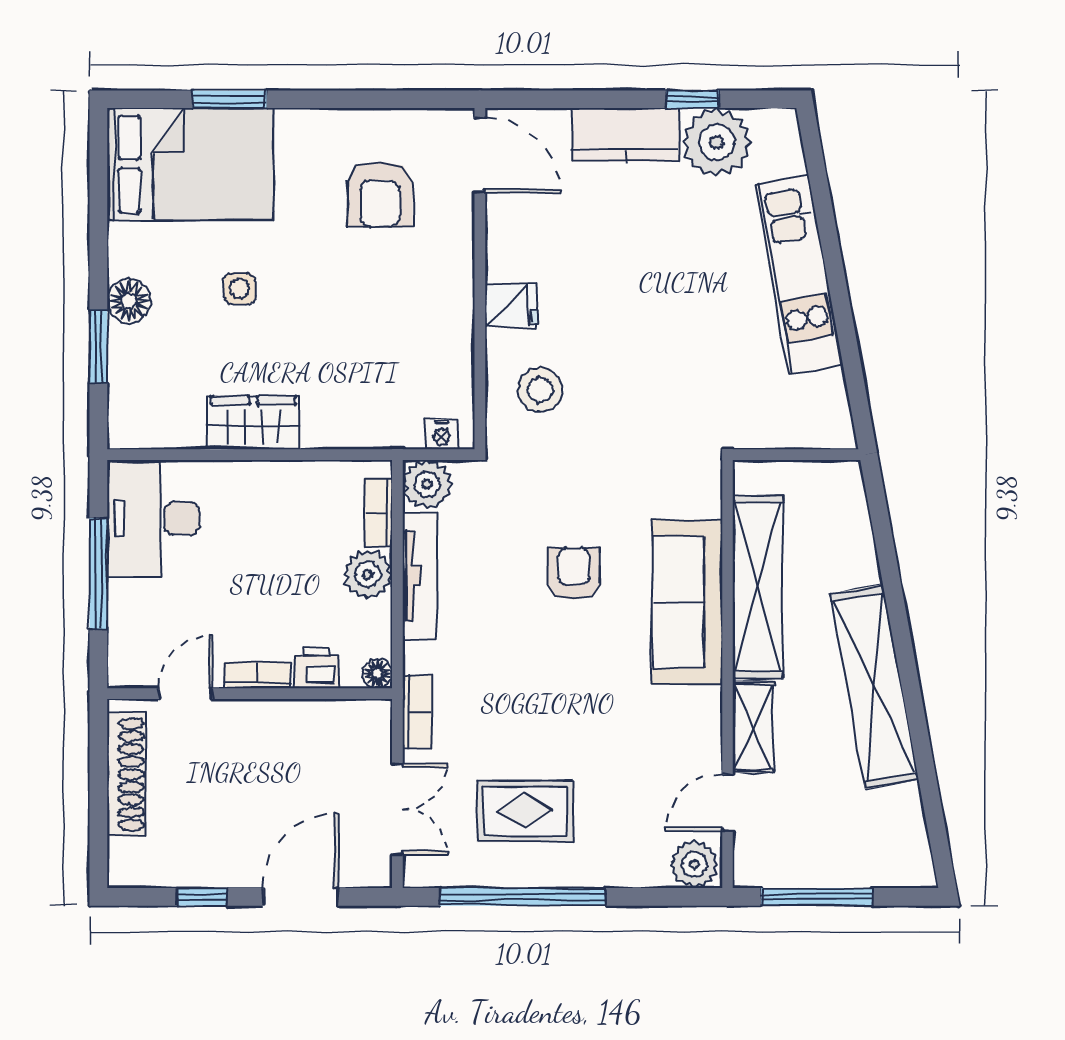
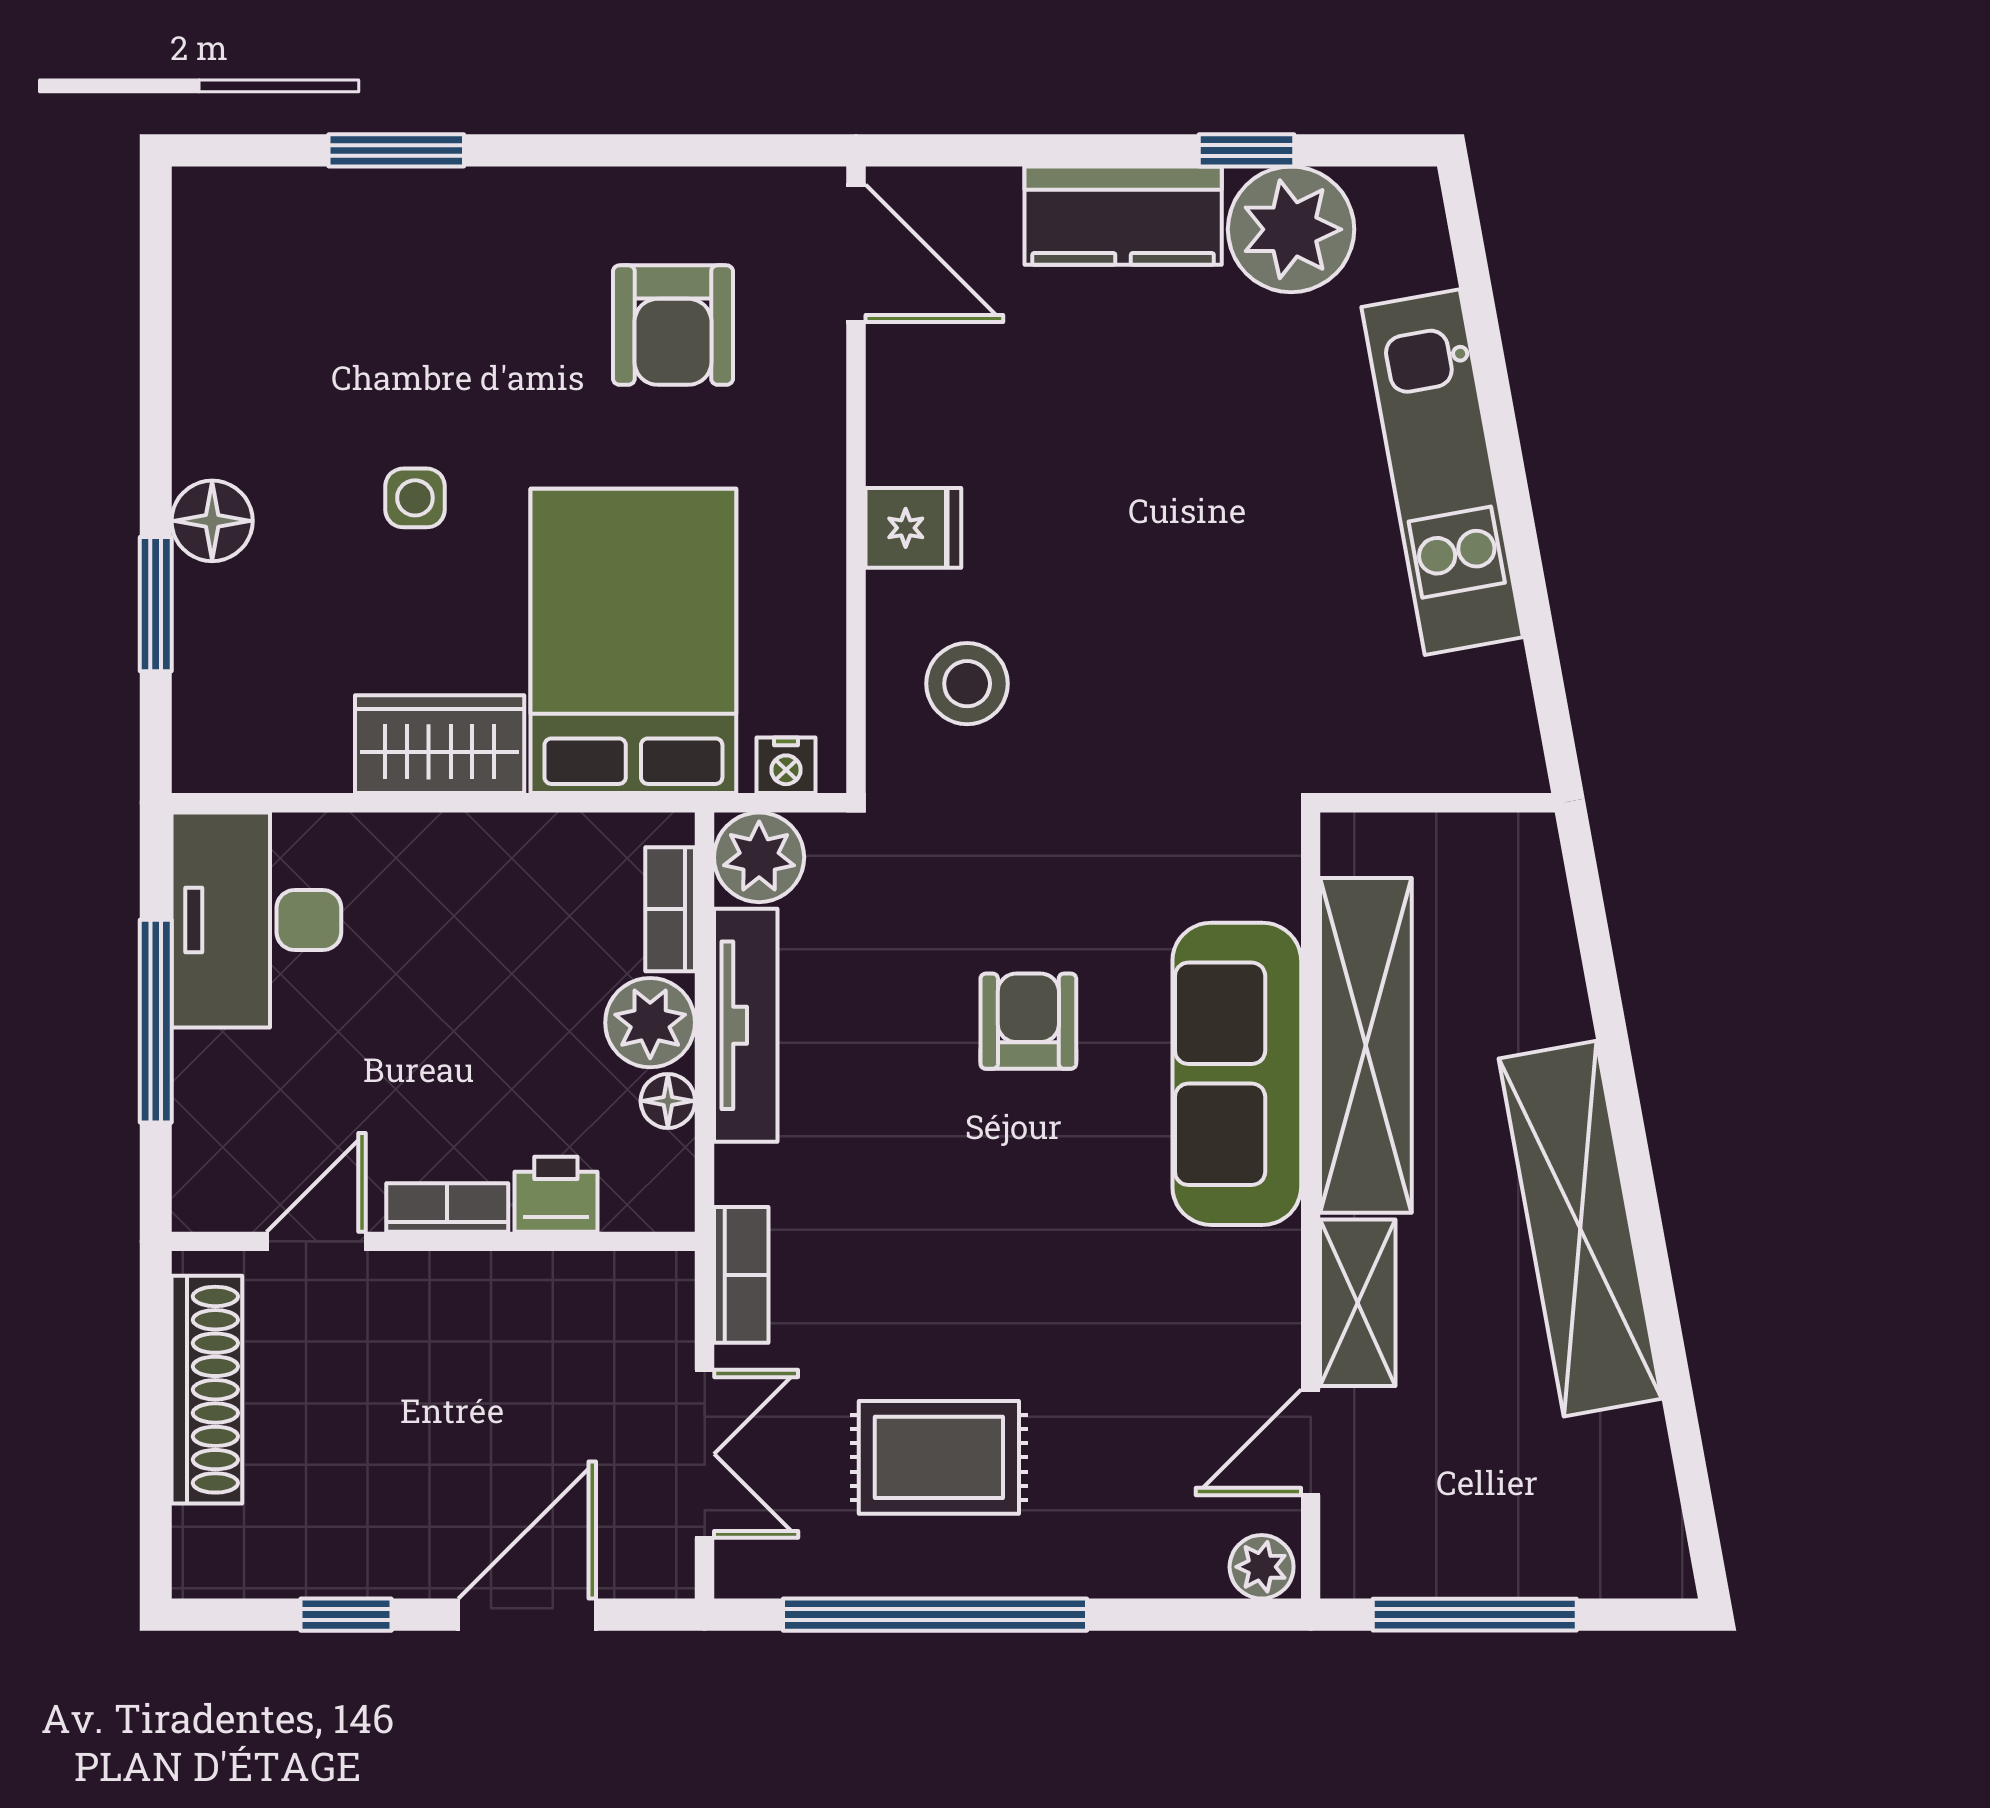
bed: (190, 164) -> (633, 641), moved, turned -90
floor lamp: (377, 674) -> (668, 1101), moved
plant: (694, 864) -> (1262, 1567), width x0.73, depth x0.73

